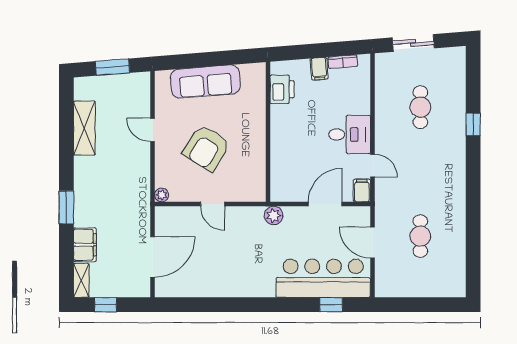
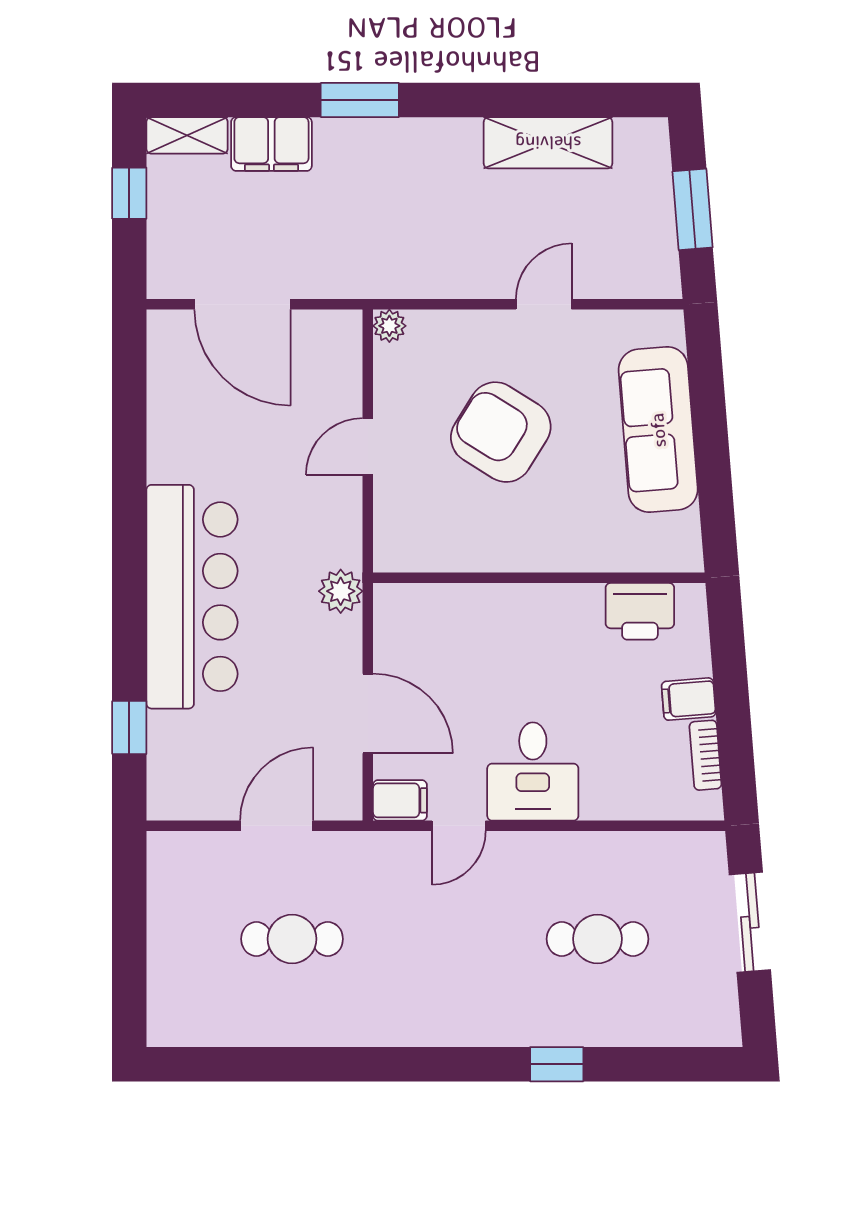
bar counter: (323, 278) -> (192, 597), moved

